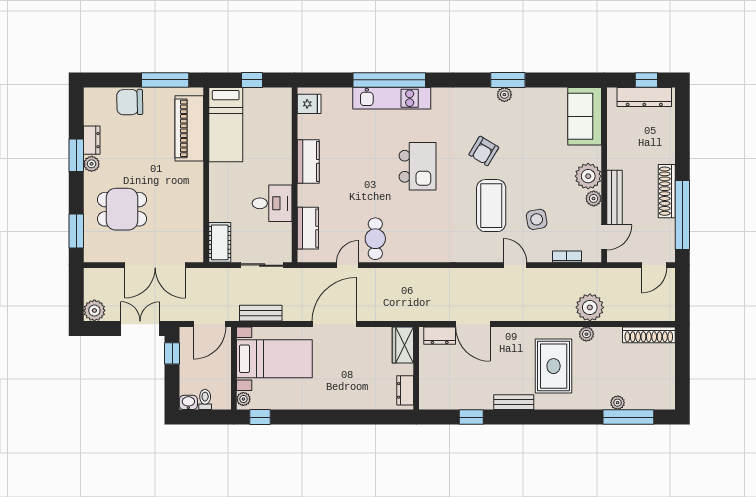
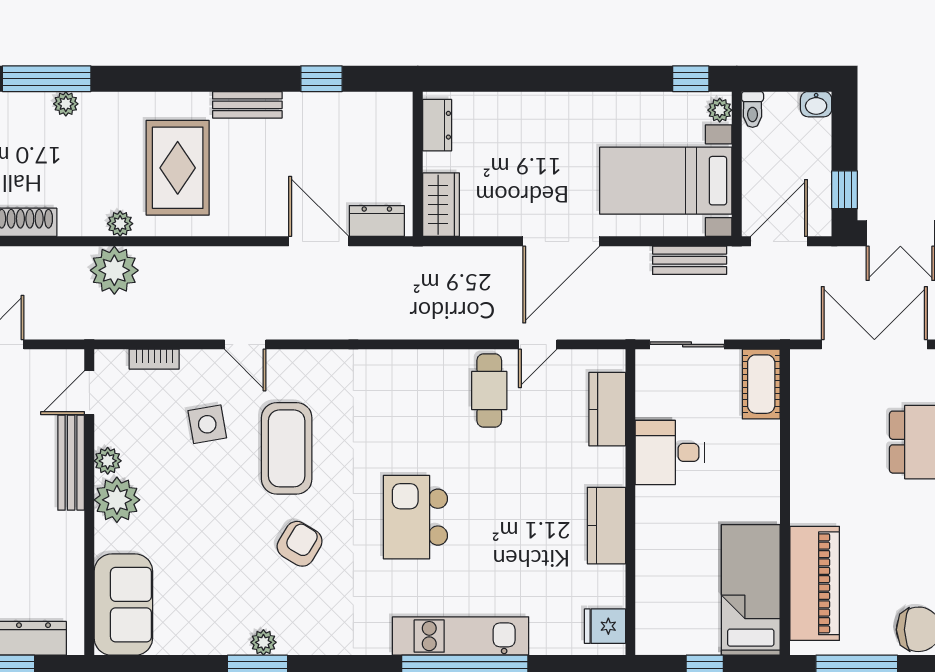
toilet: (205, 399) -> (753, 109), moved

